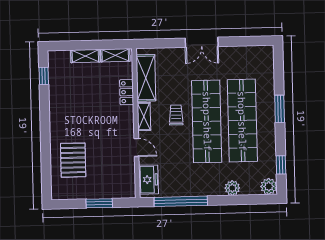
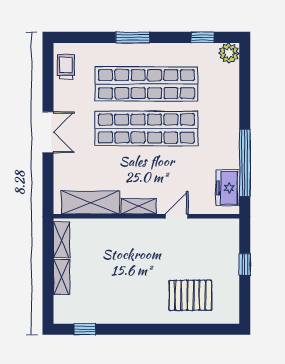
locker: (127, 92) -> (108, 227), removed
trolley: (176, 115) -> (66, 67), moved, turned 90
freezer: (148, 180) -> (228, 188), moved, turned -90
plant: (232, 188) -> (230, 98), removed
window: (99, 203) -> (245, 264), width x0.67

